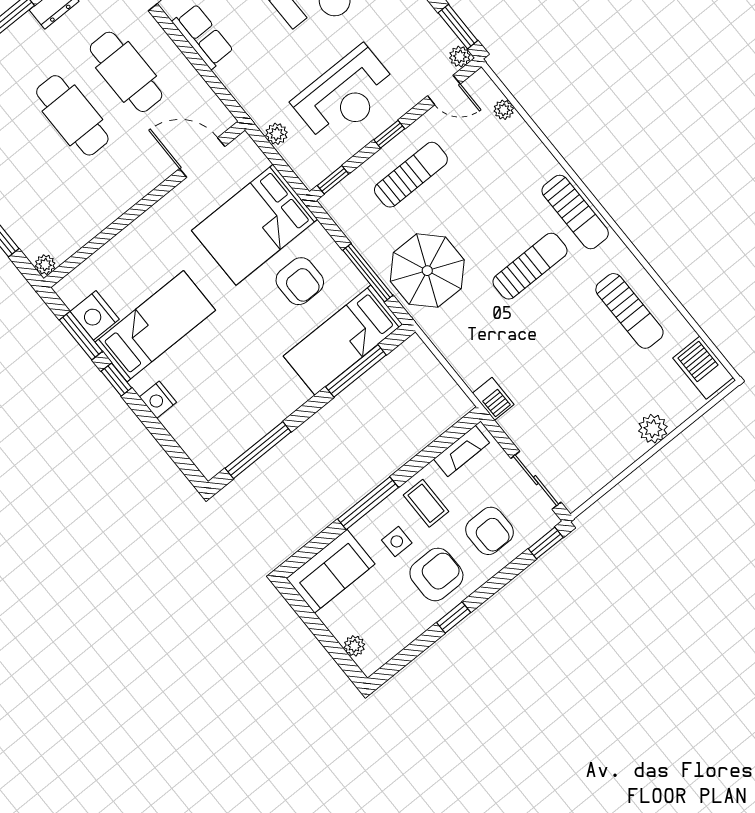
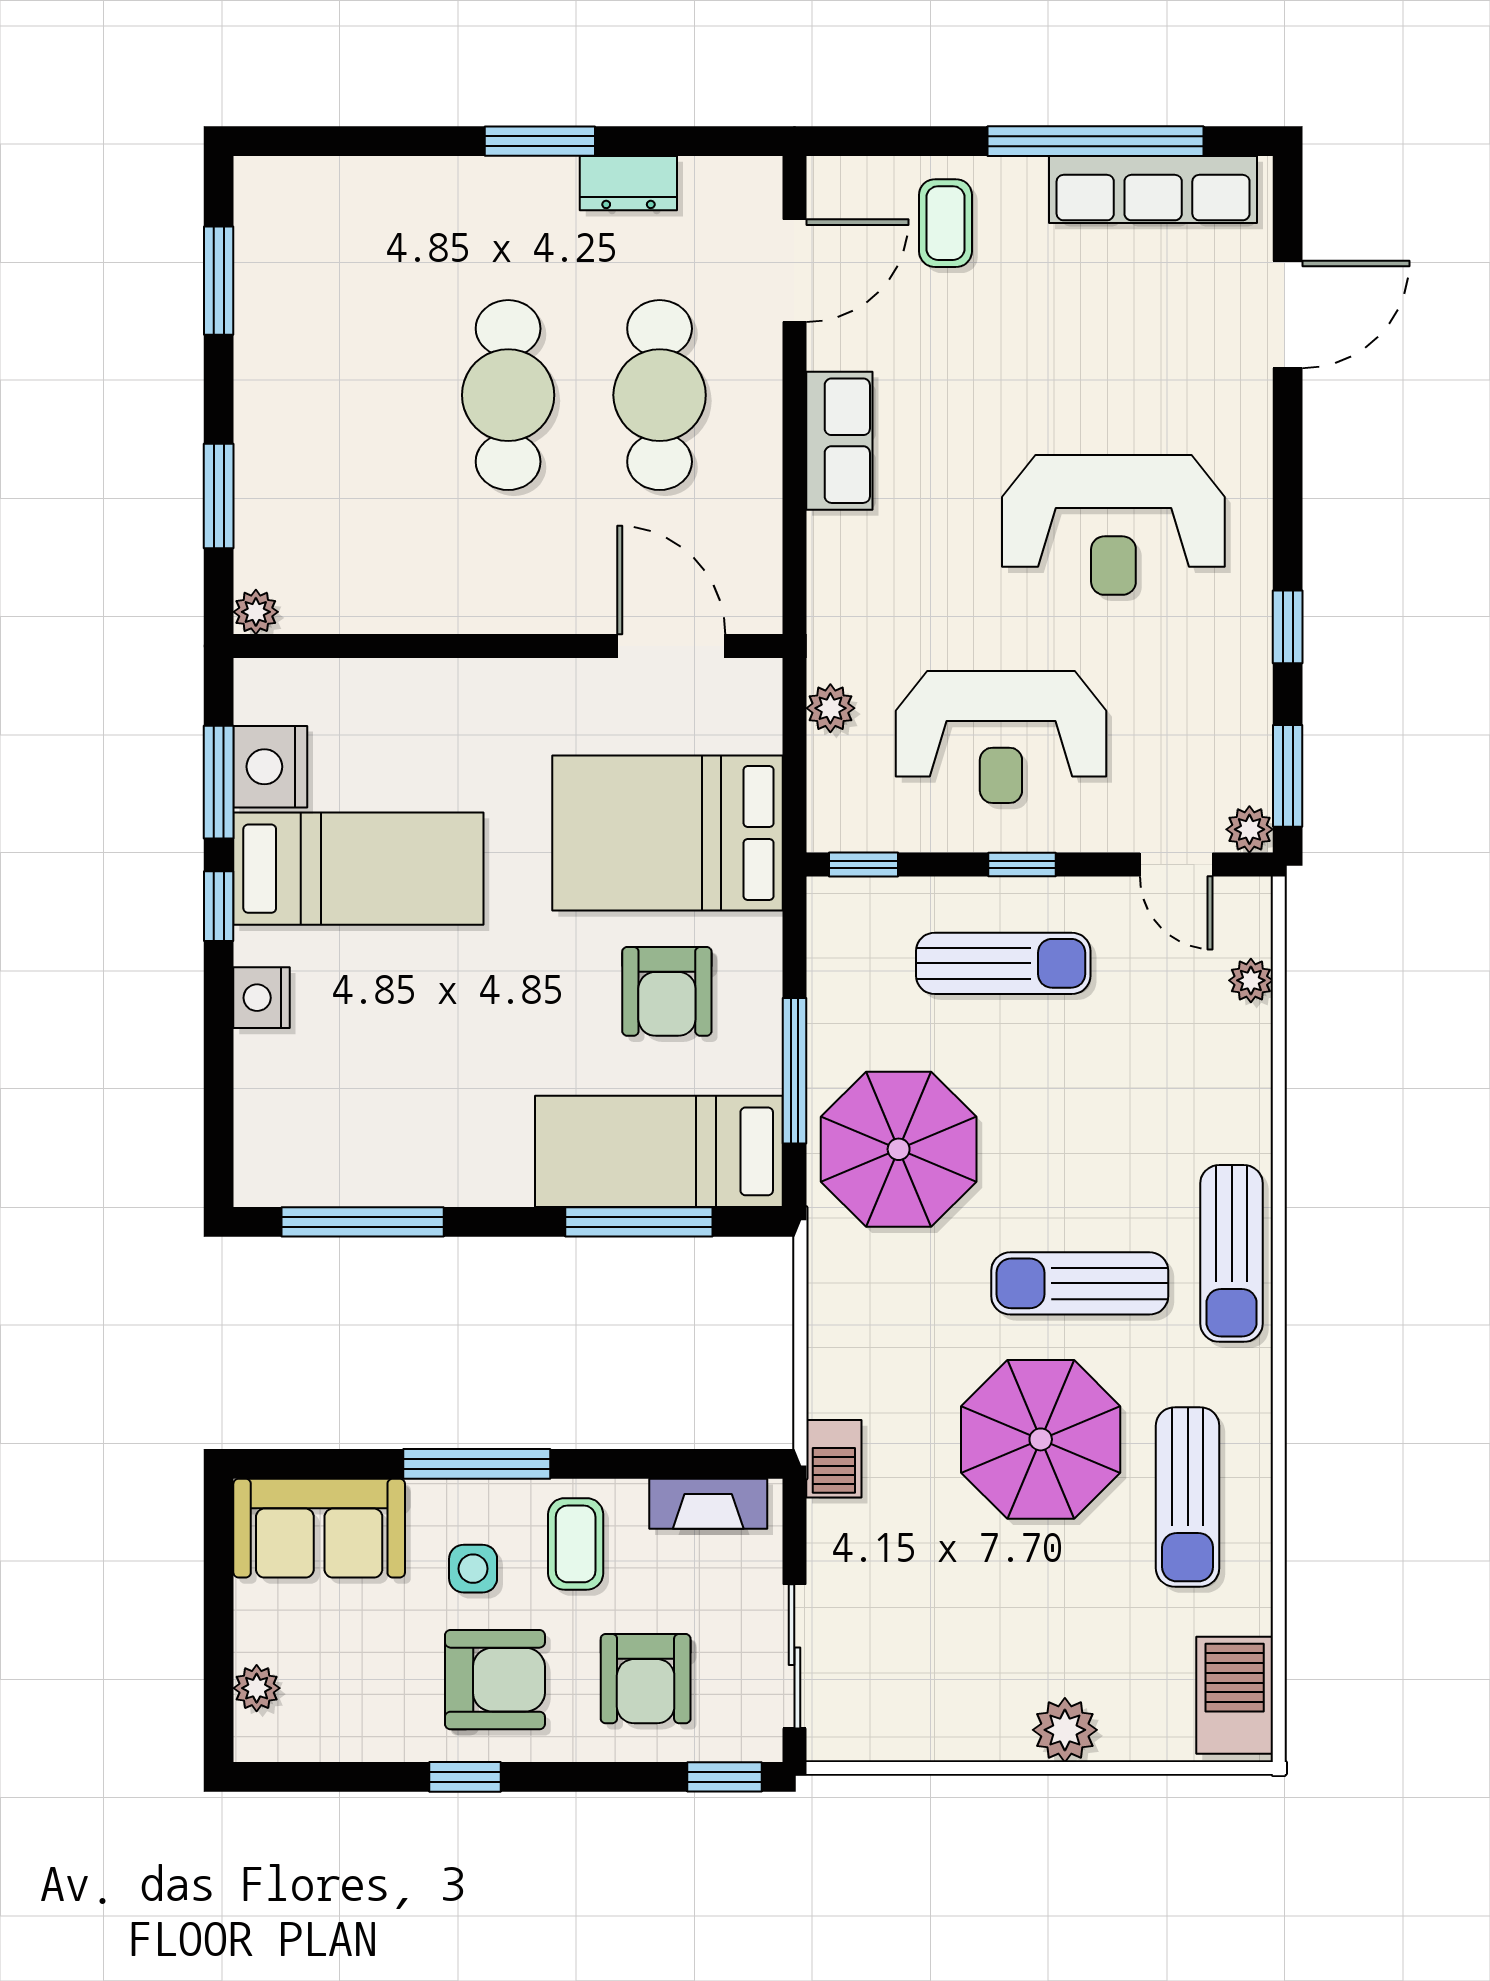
sun lounger: (530, 266) -> (1080, 1283), turned 180
parasol: (561, 333) -> (1041, 1439), added

